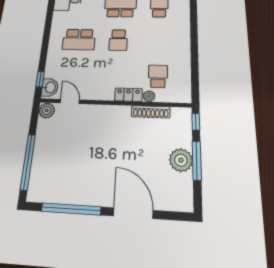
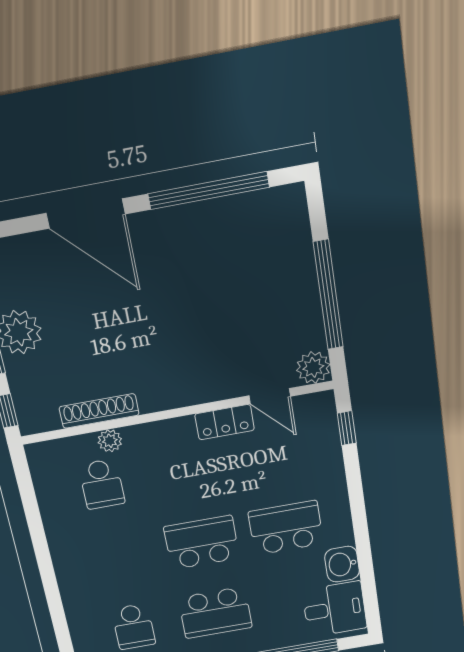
school desk: (118, 40) -> (202, 542), width x1.85
washbasin: (50, 87) -> (342, 564), moved
locker: (128, 95) -> (225, 422), moved
window: (28, 162) -> (328, 295), moved

